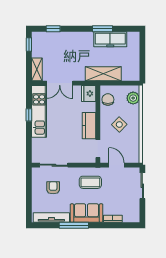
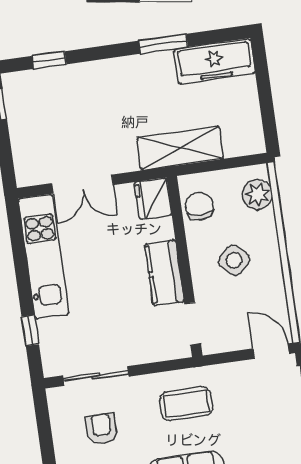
freezer: (110, 39) -> (215, 61), moved
shelving: (37, 69) -> (25, 160), removed
window: (29, 115) -> (30, 330), moved
door: (117, 165) -> (271, 351), moved

